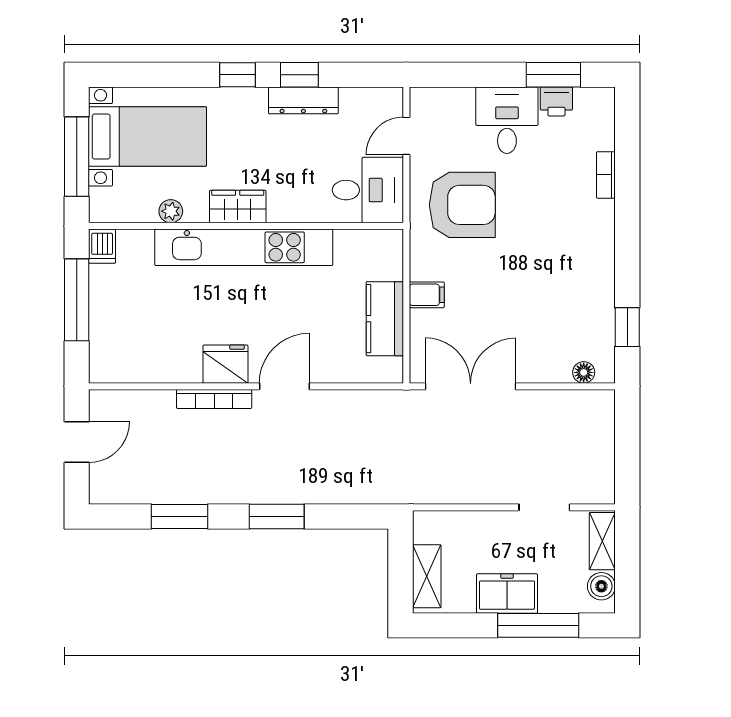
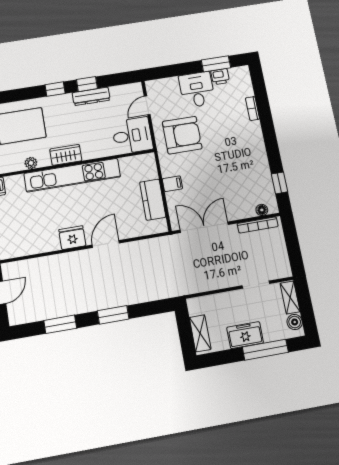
bookcase: (214, 399) -> (258, 225), moved

